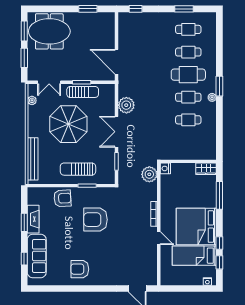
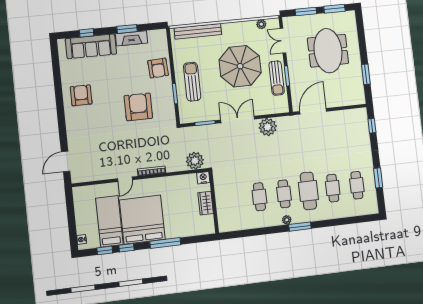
meeting table: (49, 31) -> (328, 51), moved
wardrobe: (206, 169) -> (206, 203), moved
window: (219, 195) -> (165, 243), moved

